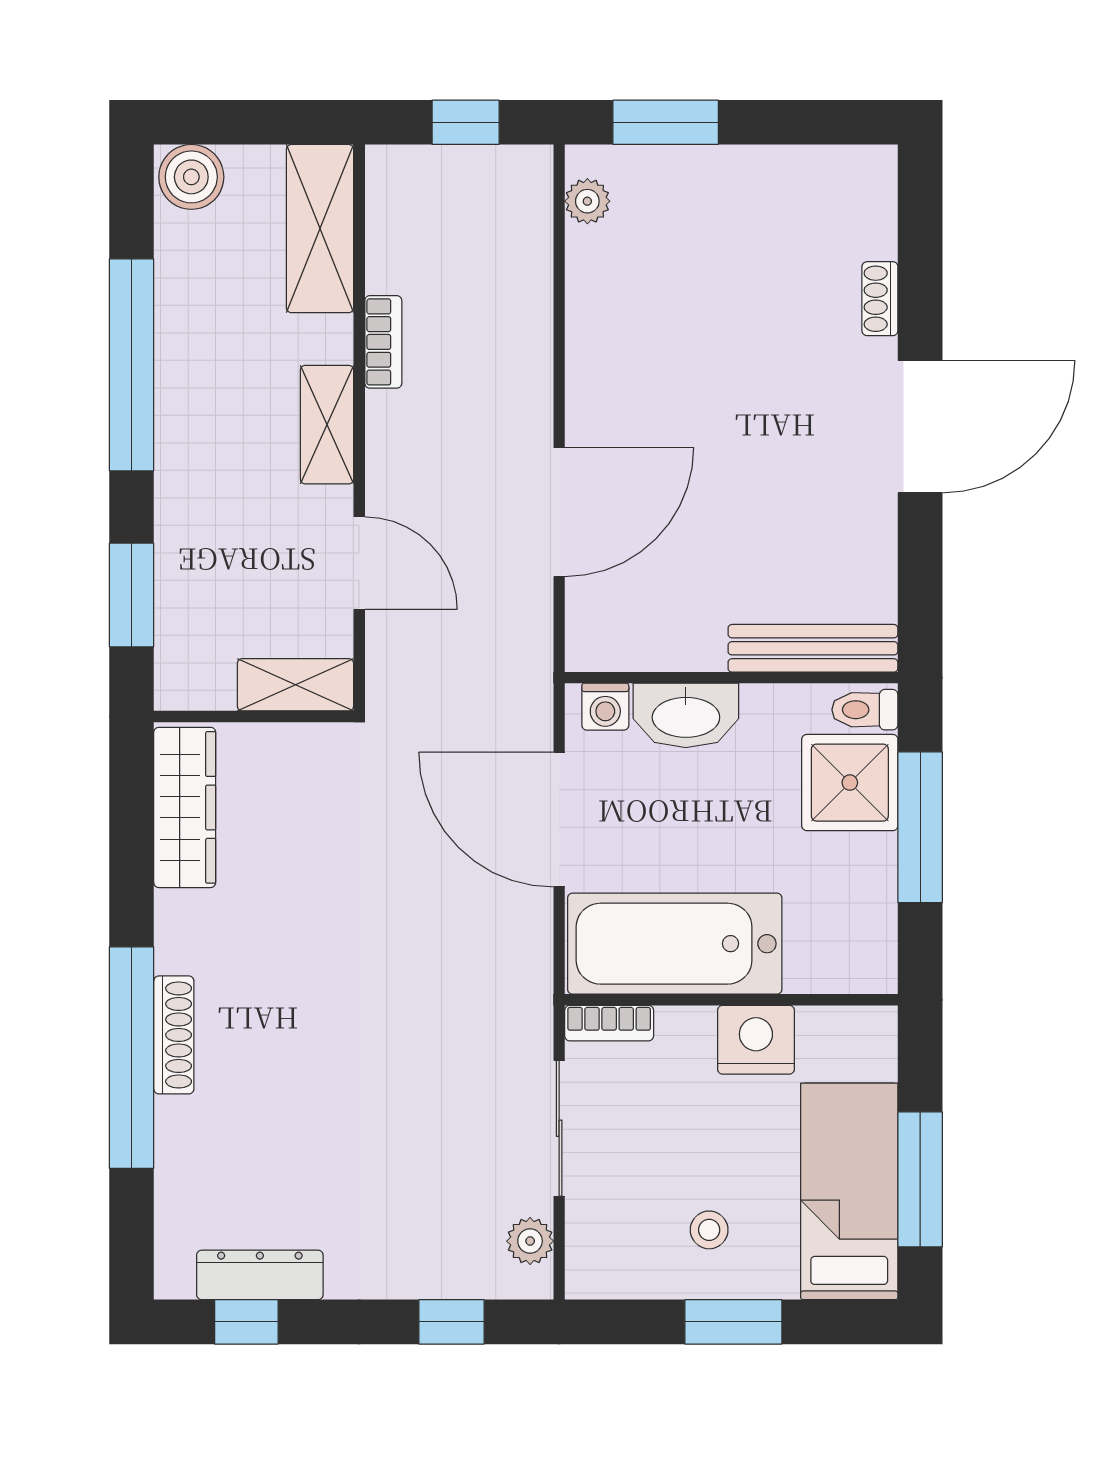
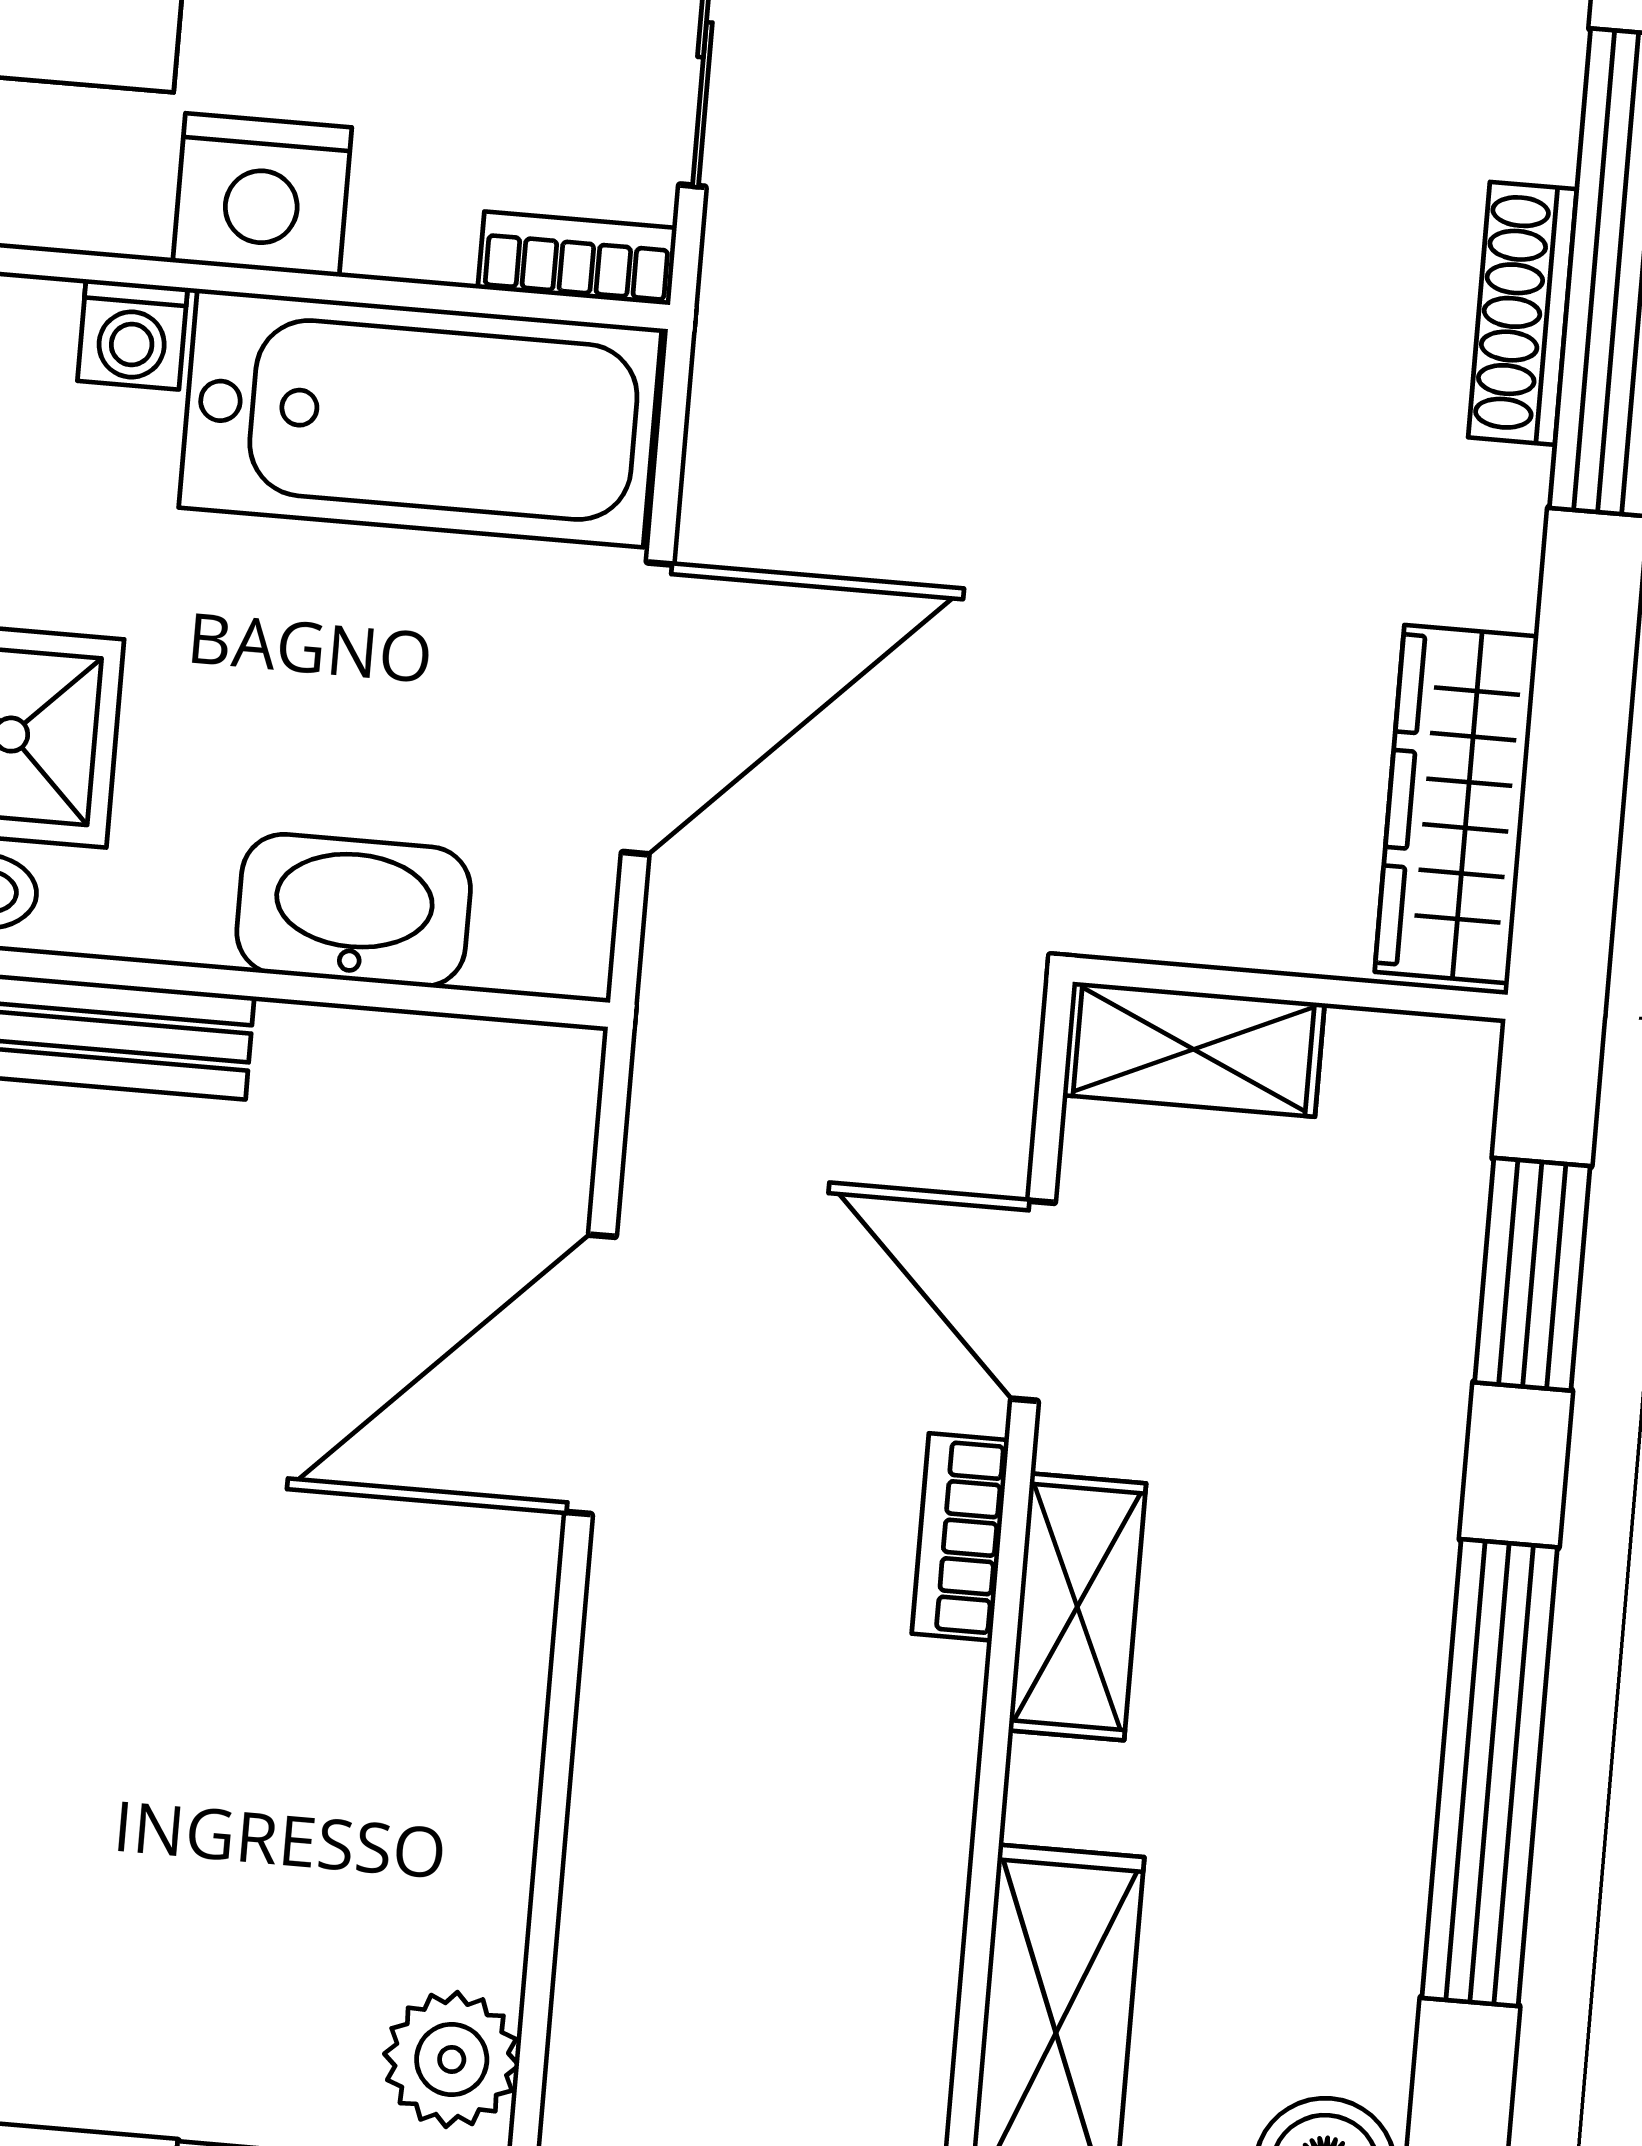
plant: (587, 201) -> (452, 2059), width x1.38, depth x1.38
bookcase: (383, 342) -> (960, 1537), moved
washing machine: (605, 707) -> (132, 334), moved, turned 180
door: (559, 820) -> (648, 708), hinge flipped

